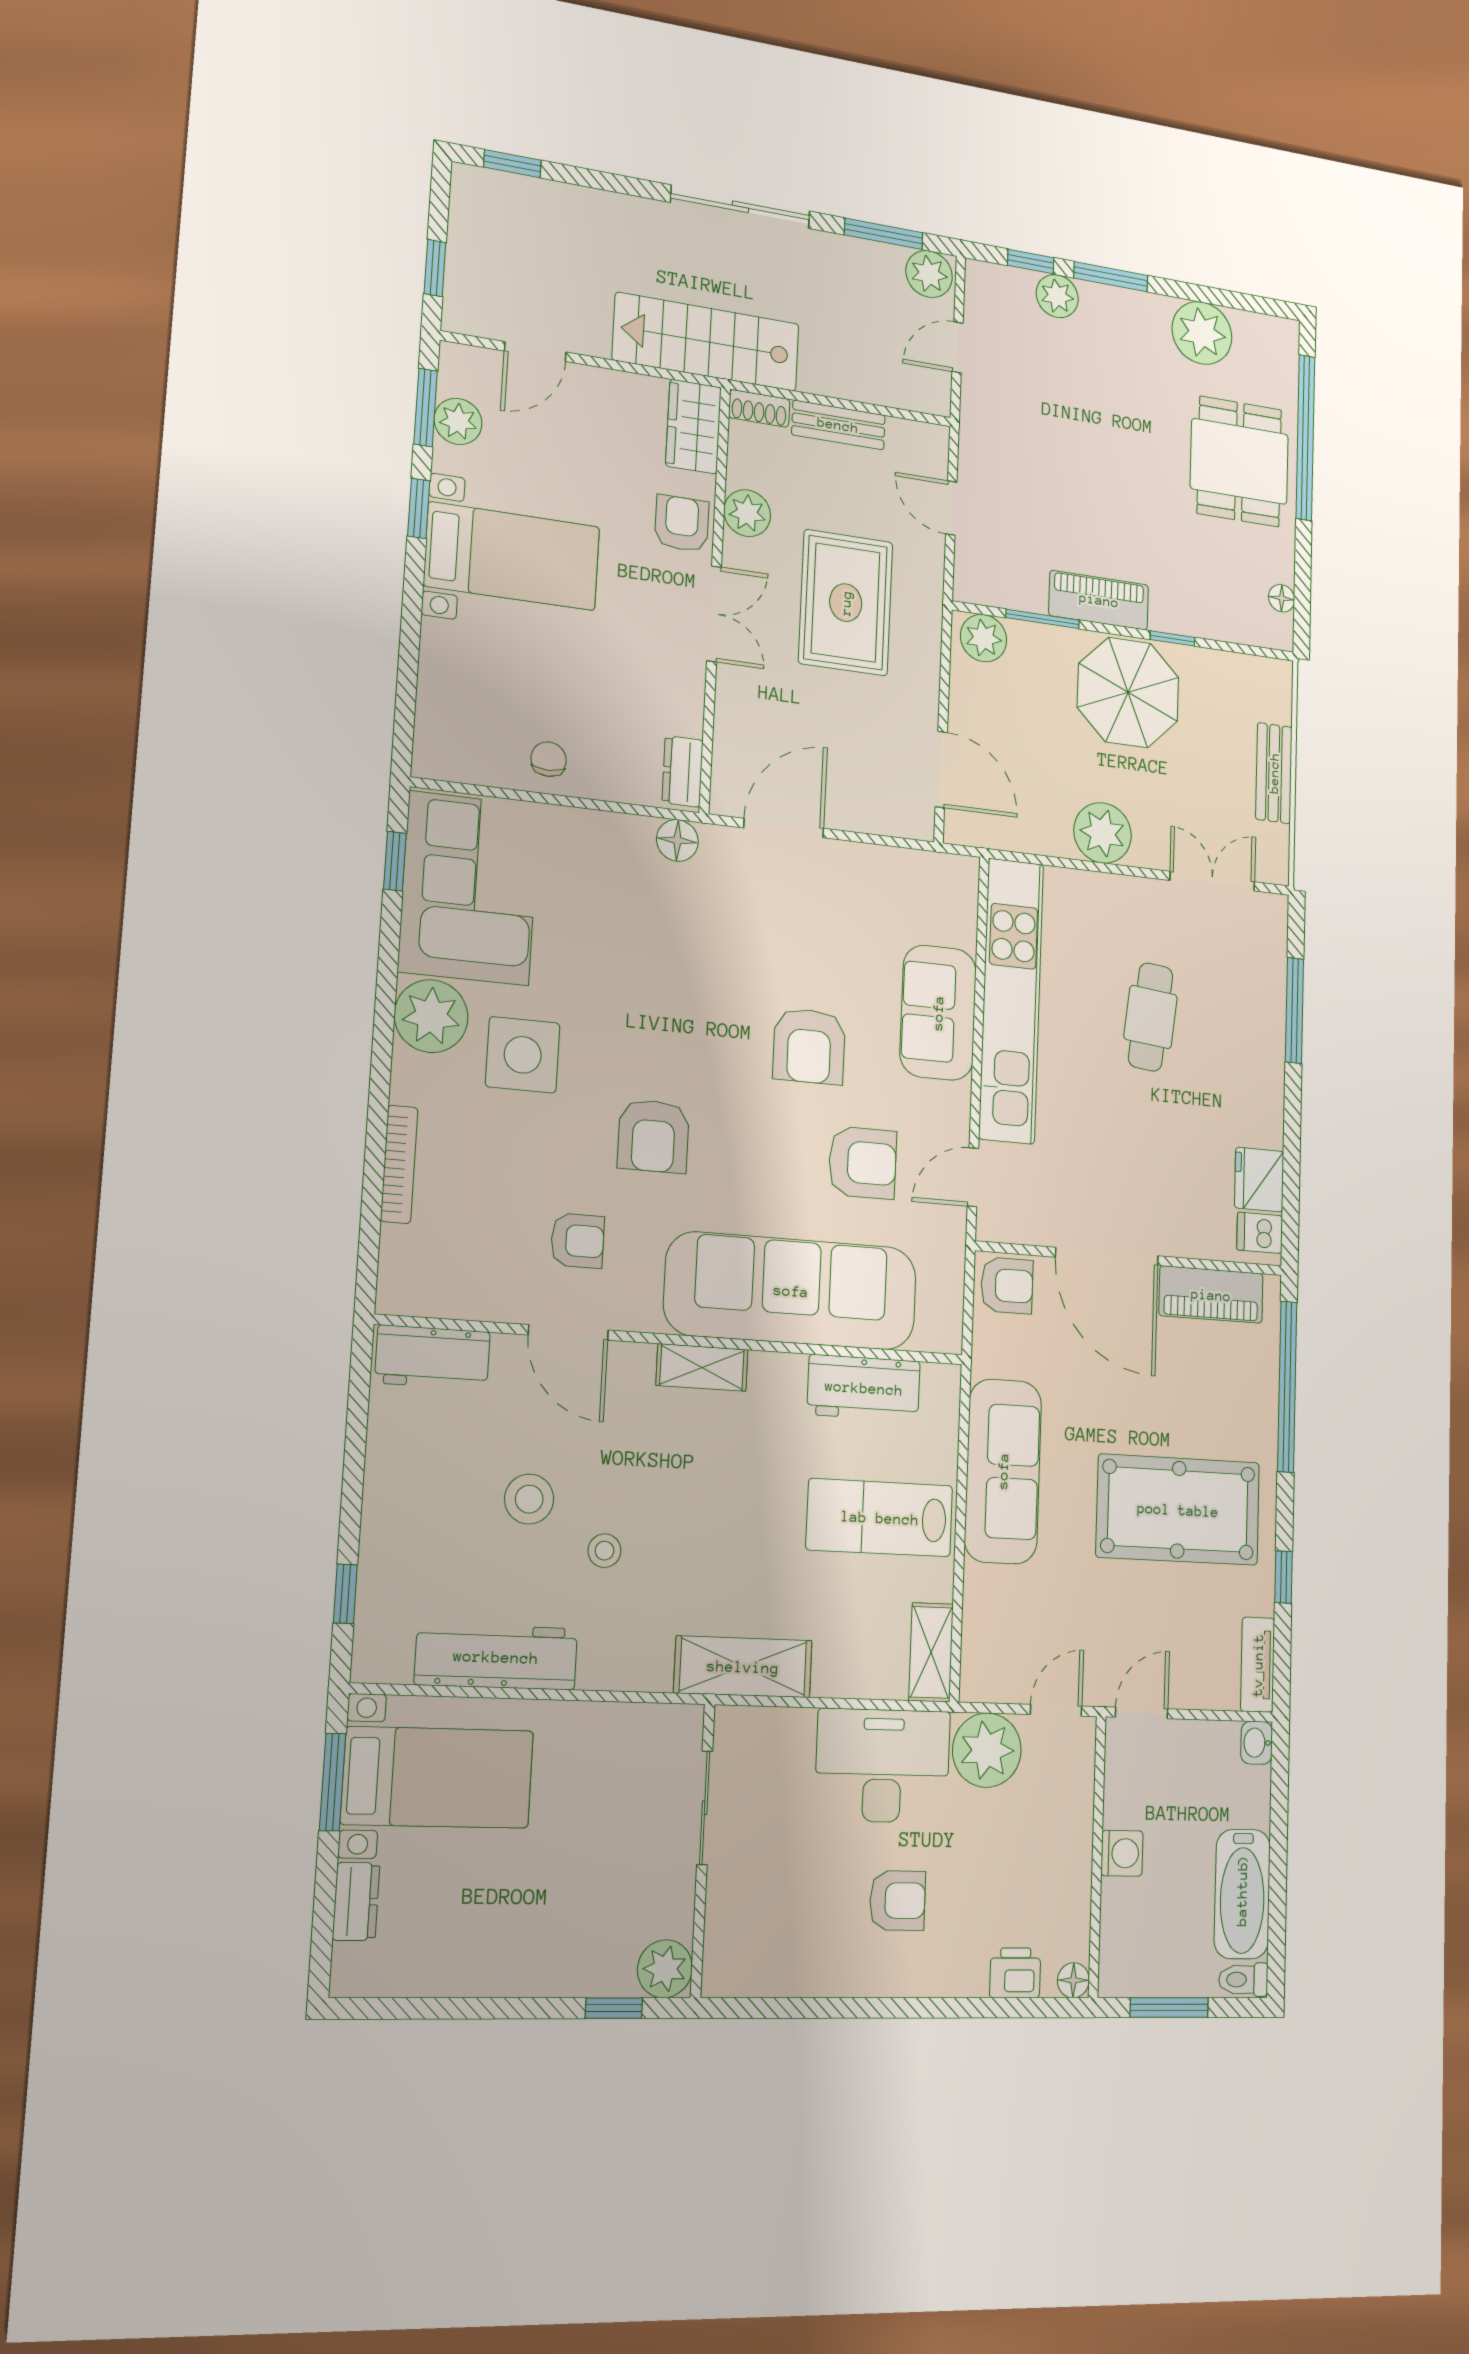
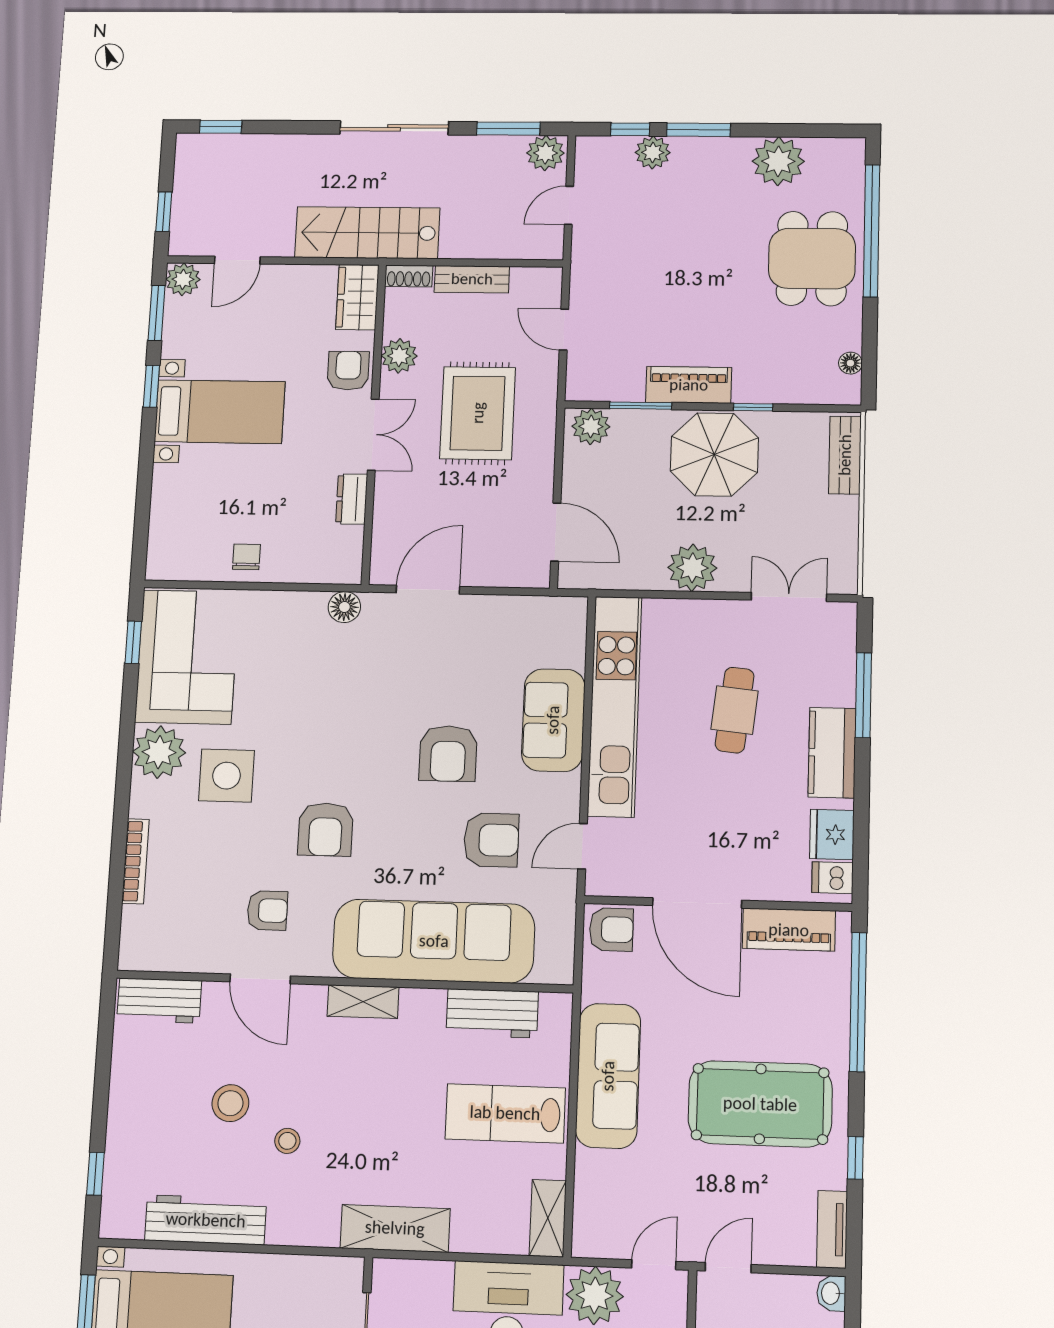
plant: (458, 421) -> (183, 279), moved
dresser: (683, 771) -> (352, 499), moved
bench: (1274, 773) -> (845, 455), moved
kitchen counter: (1260, 1079) -> (832, 753), added

